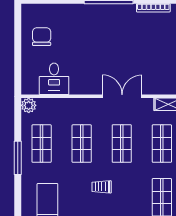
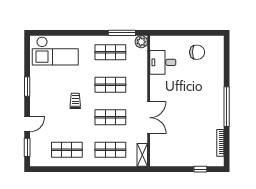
window: (18, 158) -> (122, 33), moved

